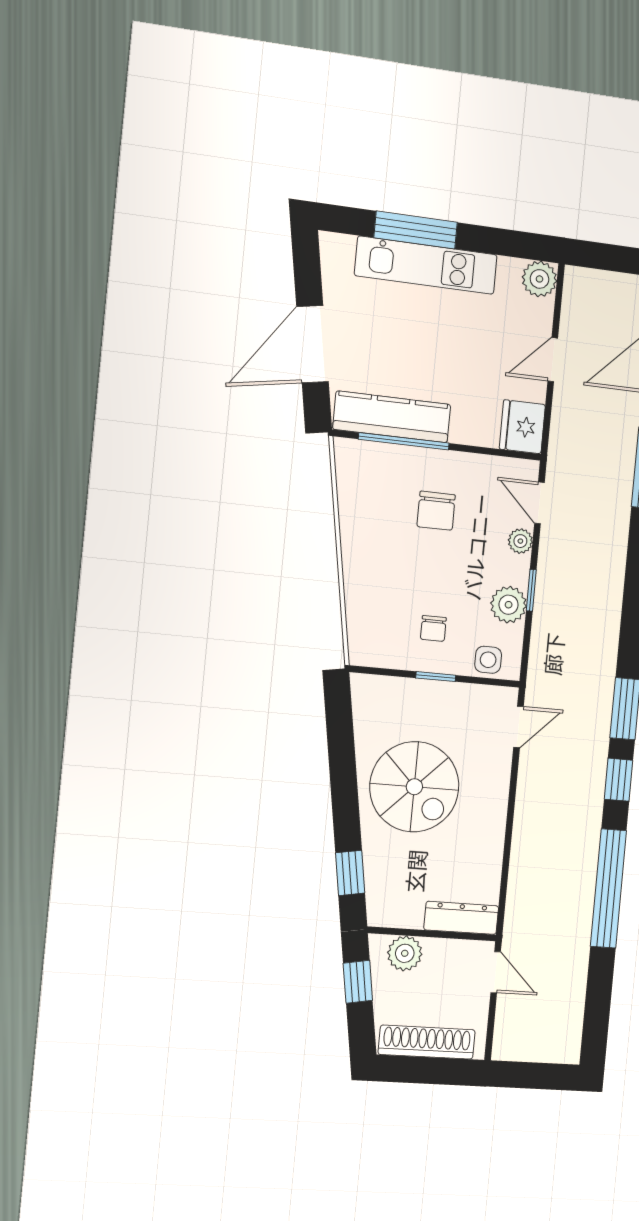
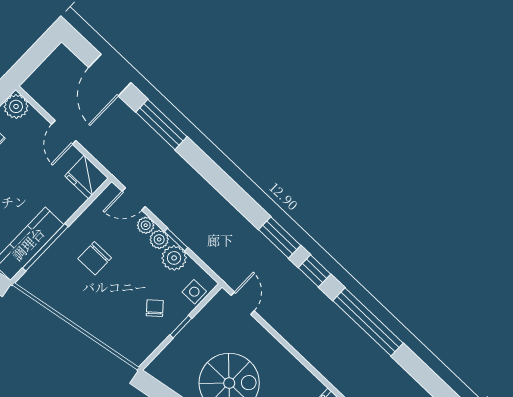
chair: (436, 511) -> (95, 258), turned 90
plant: (516, 570) -> (159, 239), added
chair: (433, 628) -> (155, 308), turned -131

